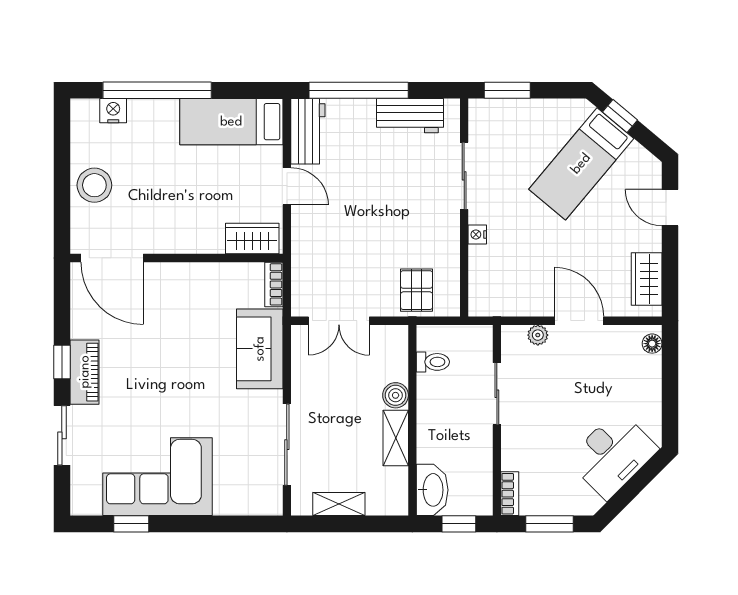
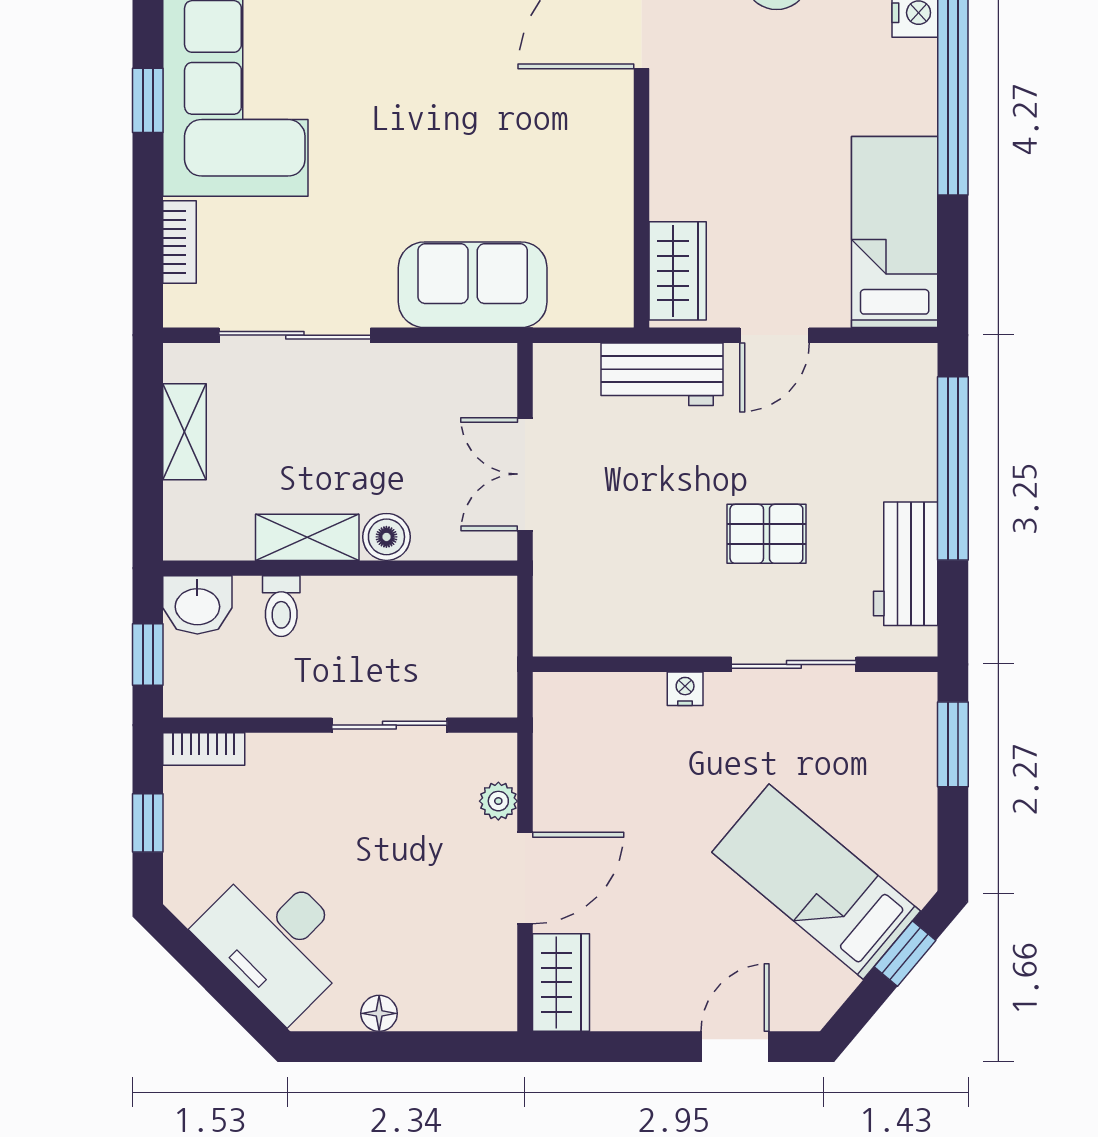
workbench: (308, 131) -> (662, 374), moved
wardrobe: (647, 279) -> (561, 982), moved, turned 90
bookcase: (274, 284) -> (180, 242), moved, turned 90
pallet: (417, 290) -> (766, 534), moved
double door: (339, 321) -> (525, 474), moved
floor lamp: (652, 344) -> (379, 1013), moved
toilet: (433, 362) -> (281, 606), moved
washbasin: (432, 490) -> (197, 605), width x0.72
window: (131, 524) -> (148, 100), moved
window: (550, 524) -> (148, 823), width x0.67

